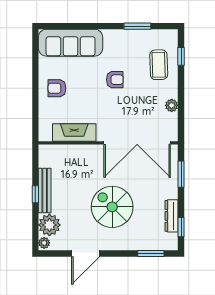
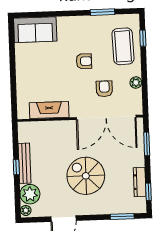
sofa: (71, 43) -> (35, 30), width x0.73
coffee table: (159, 65) -> (123, 46), width x1.36, depth x1.32
armchair: (57, 88) -> (104, 89), moved, turned 90

